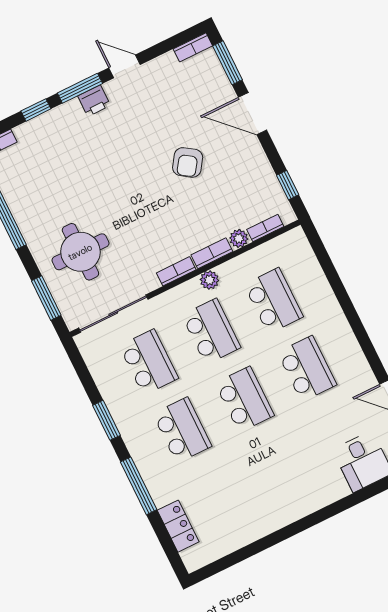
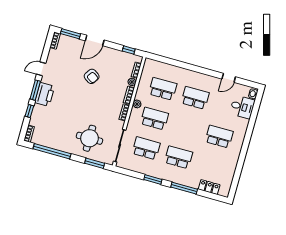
printer: (94, 101) -> (45, 94), width x1.87, depth x1.48
school desk: (245, 399) -> (219, 137), moved

